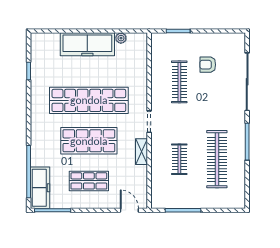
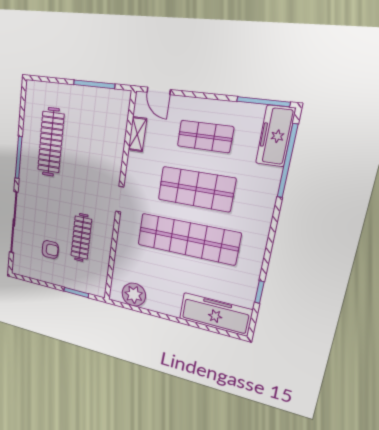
plant: (121, 38) -> (134, 295), width x1.88, depth x1.88
freezer: (87, 44) -> (215, 314), moved
shelving: (142, 152) -> (137, 134), moved
clothes rail: (179, 159) -> (91, 148), removed

